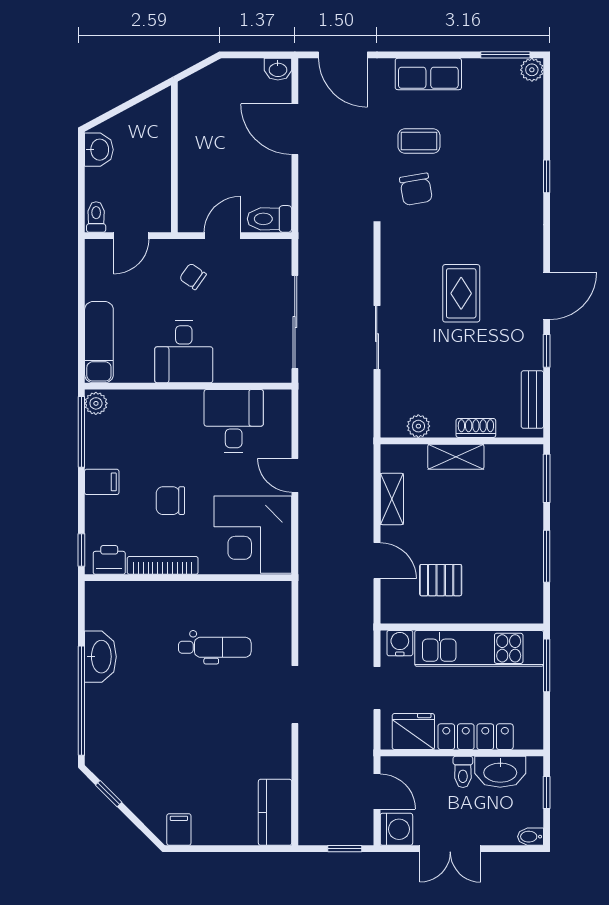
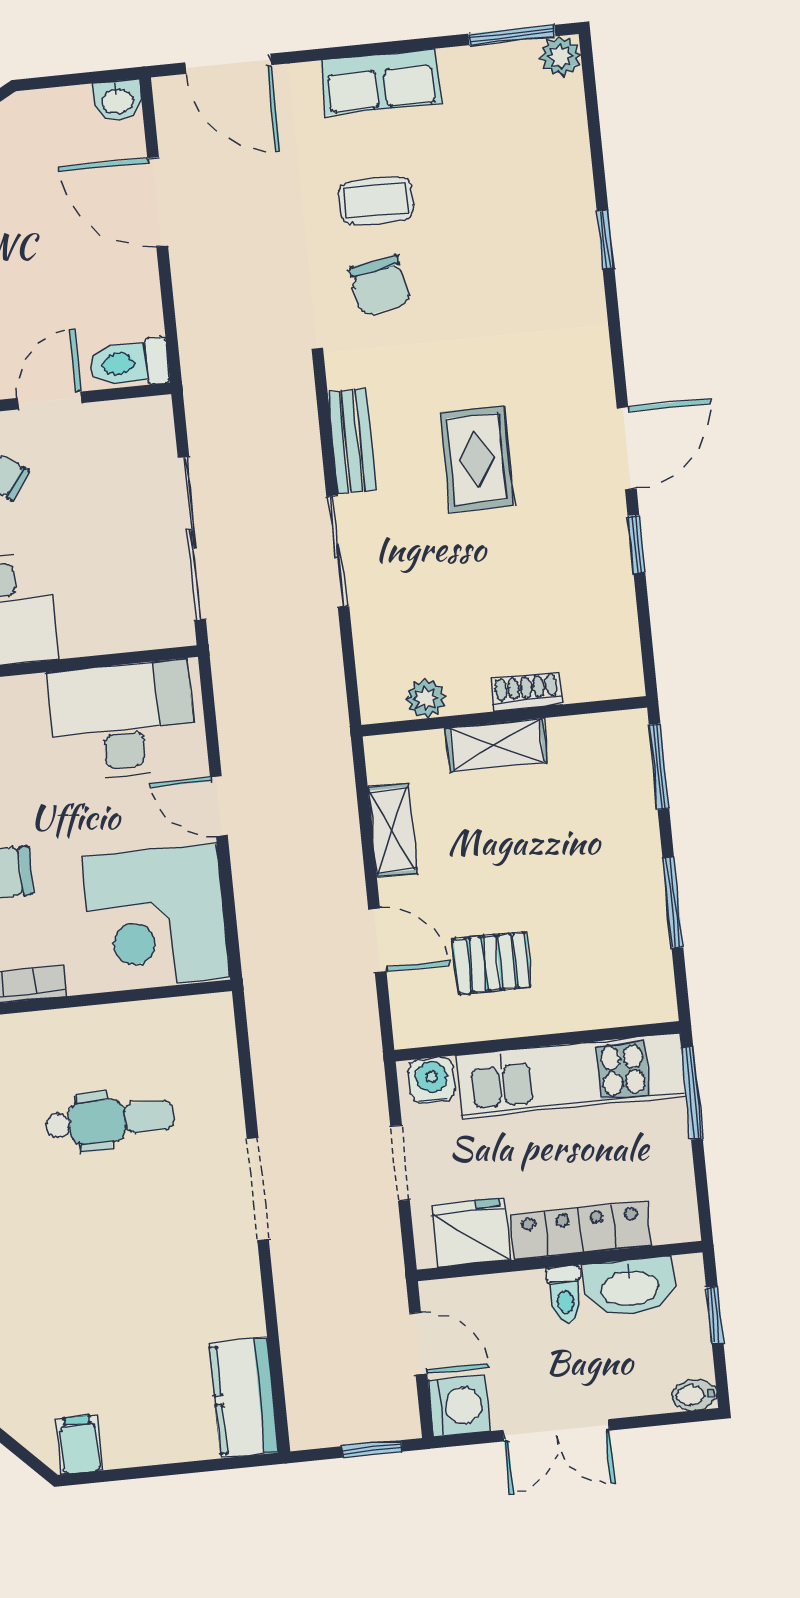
bench: (532, 400) -> (352, 441), moved
desk: (234, 421) -> (122, 720), width x1.37

